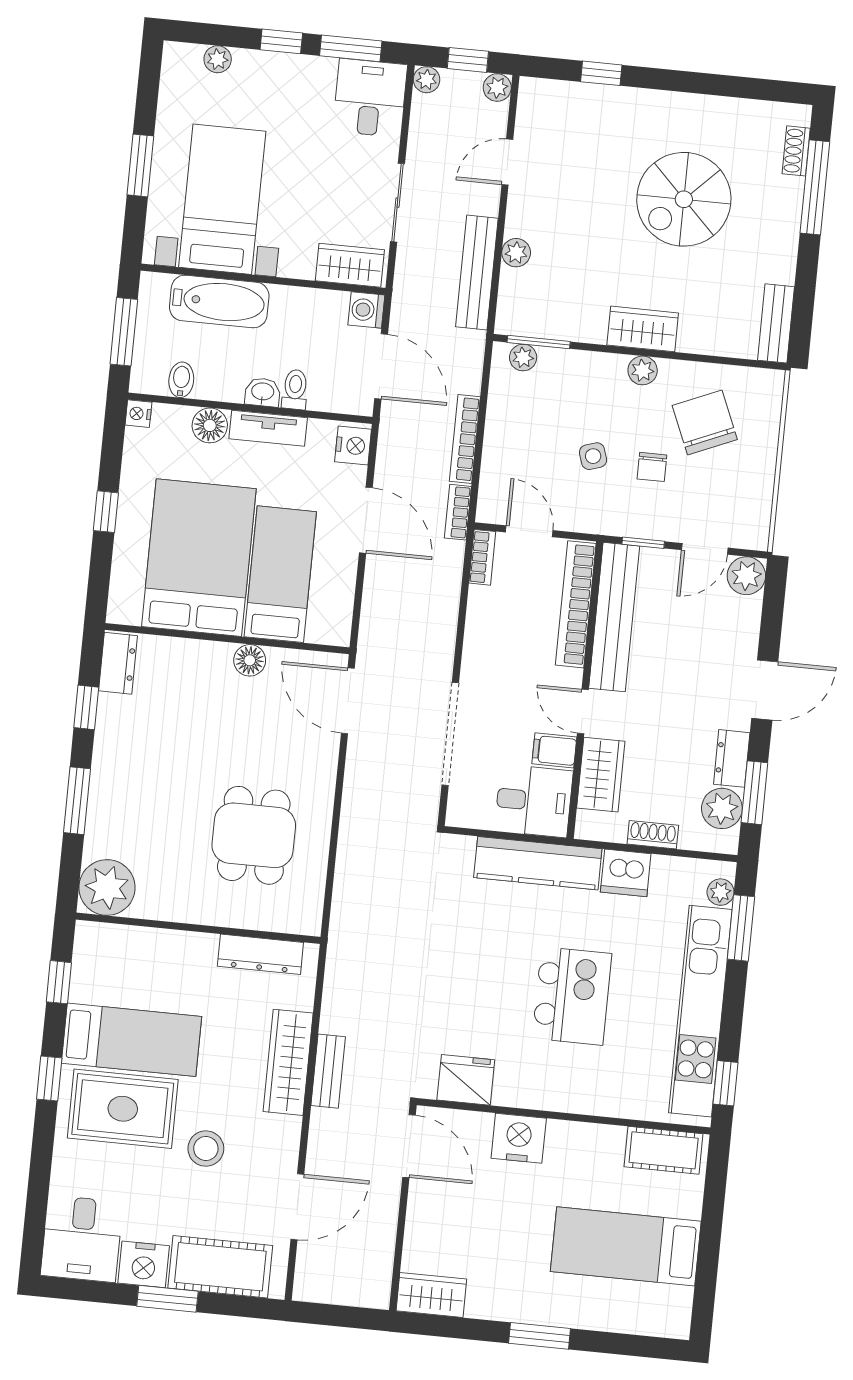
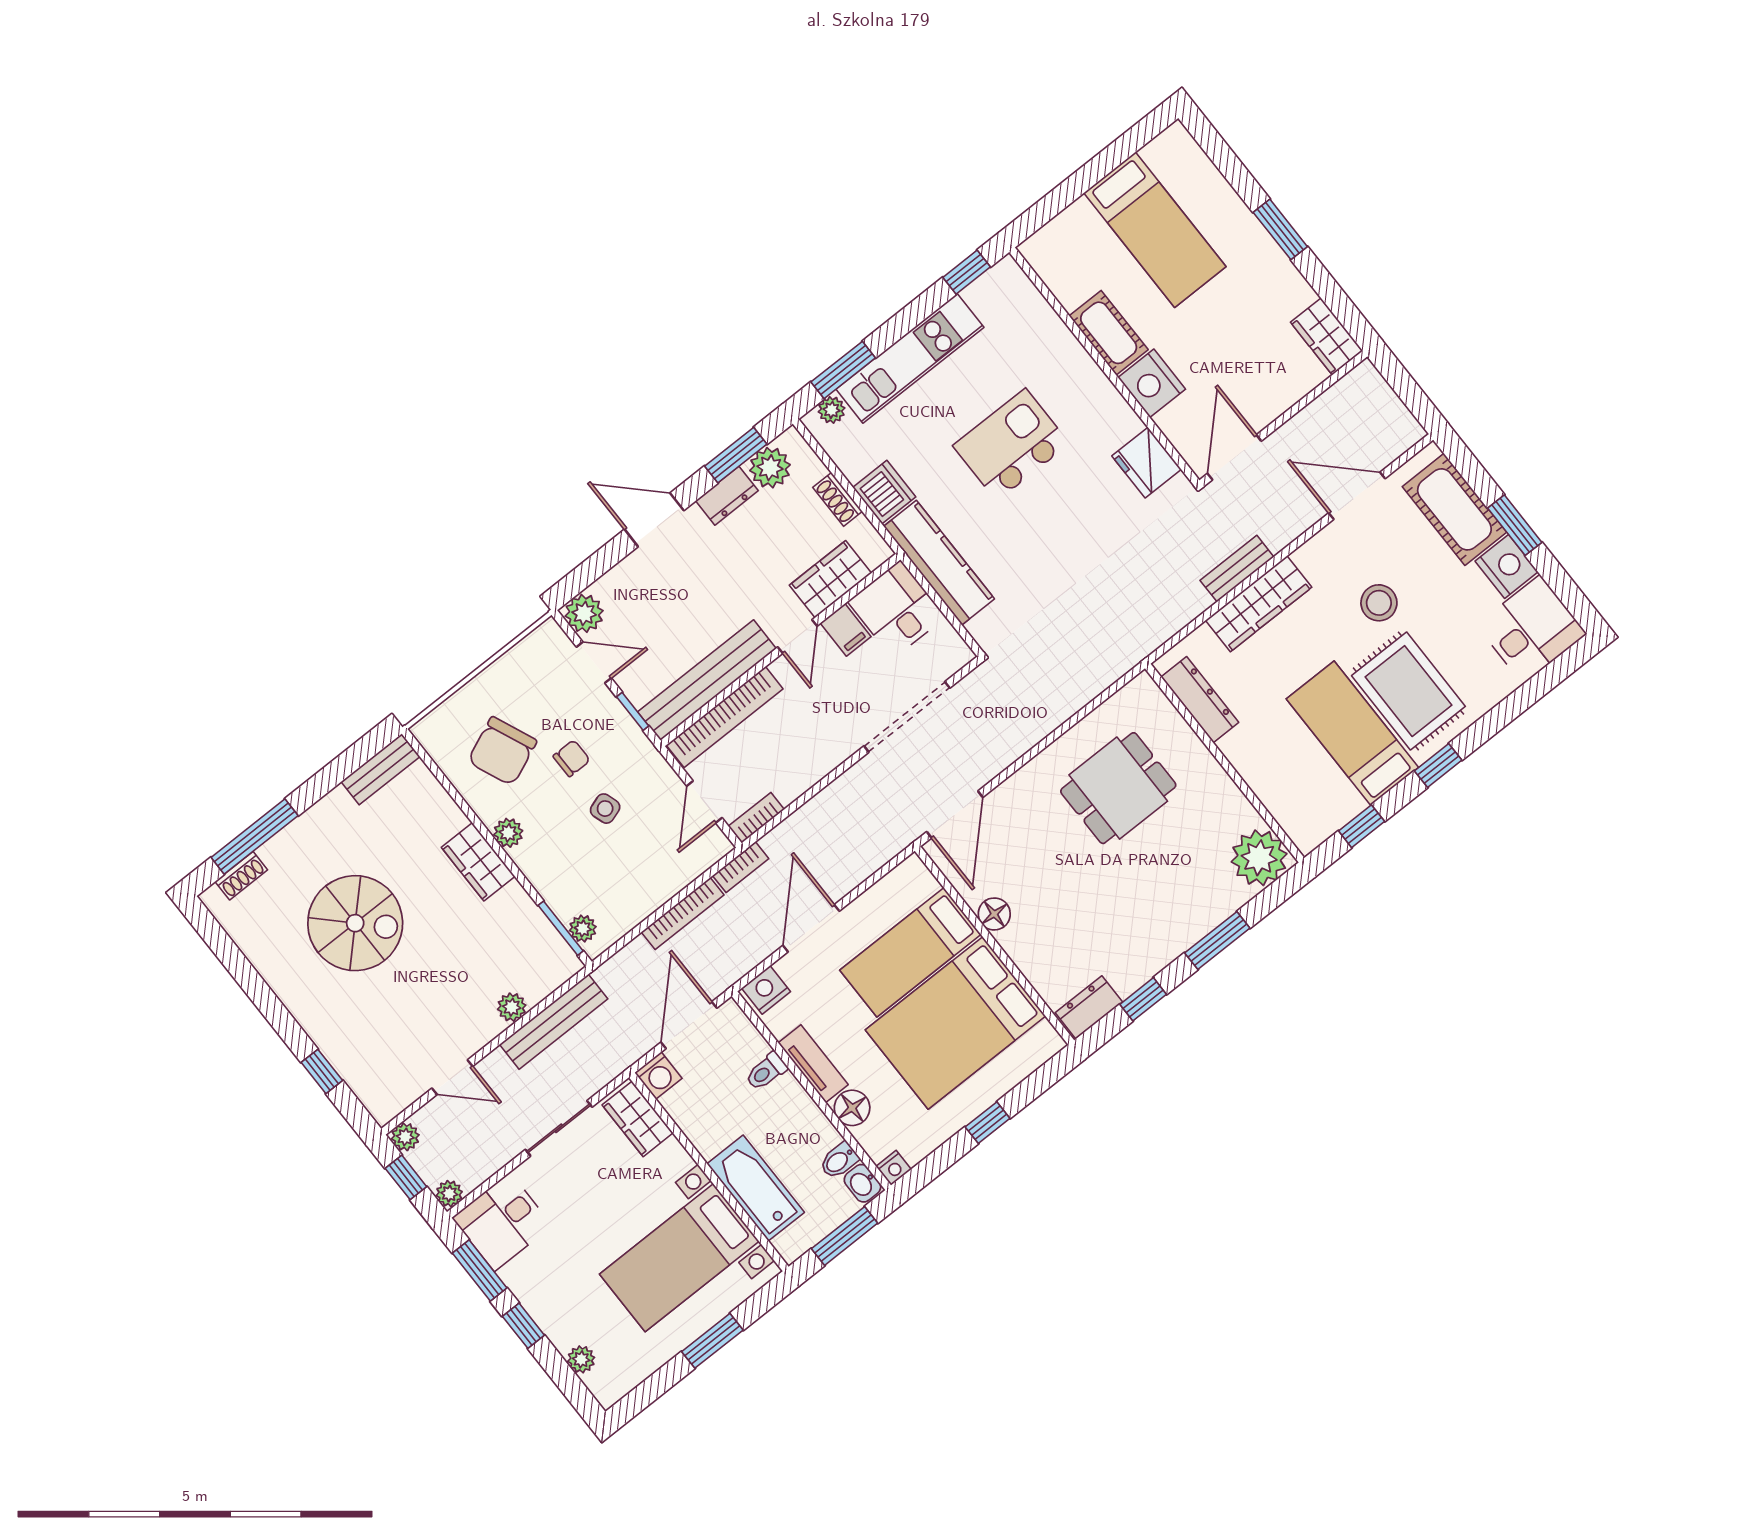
washbasin: (263, 392) -> (862, 1183), moved
kitchen unit: (700, 1011) -> (910, 358), width x0.73
cot: (664, 1150) -> (1109, 333), moved

